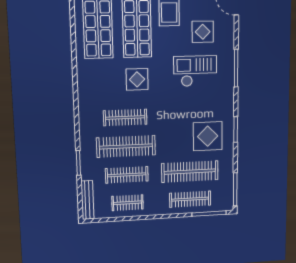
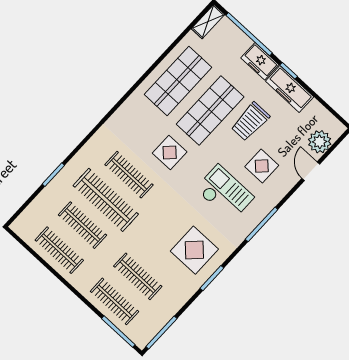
display table: (208, 136) -> (194, 250), moved
clothes rail: (190, 172) -> (138, 276), width x0.73, depth x0.76
bench: (87, 200) -> (29, 214), removed
clothes rail: (128, 203) -> (59, 250), width x1.36

